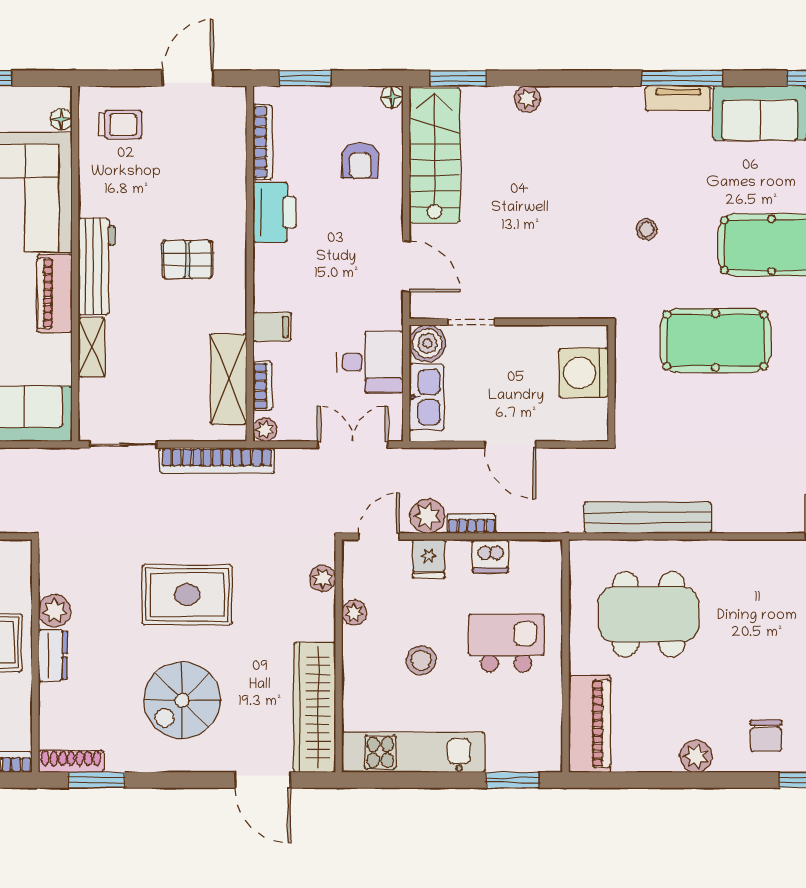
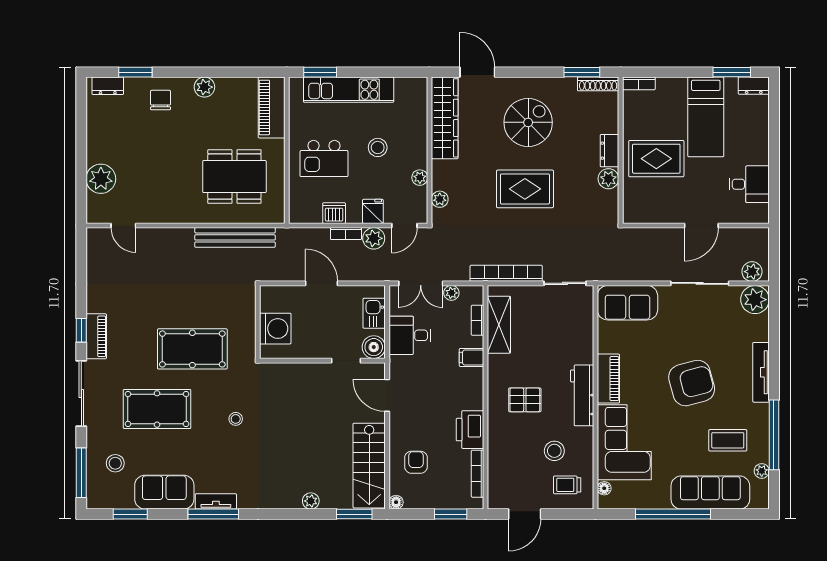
stool: (140, 179) -> (554, 451), added
shelving: (91, 347) -> (585, 345), removed
kitchen sink: (427, 397) -> (374, 313), width x0.73
plant: (265, 429) -> (451, 293), moved
kitchen unit: (413, 752) -> (349, 90), moved

